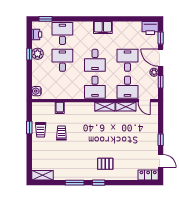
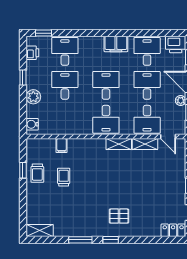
desk: (127, 33) -> (147, 51), added
plant: (37, 54) -> (33, 97), moved
desk: (95, 60) -> (106, 85), turned 180

